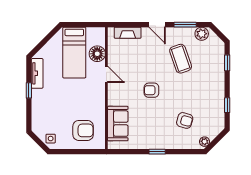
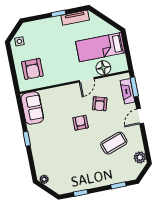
window: (185, 25) -> (134, 87), moved
armchair: (185, 120) -> (100, 104), moved
sofa: (118, 124) -> (32, 108), moved, turned -90

